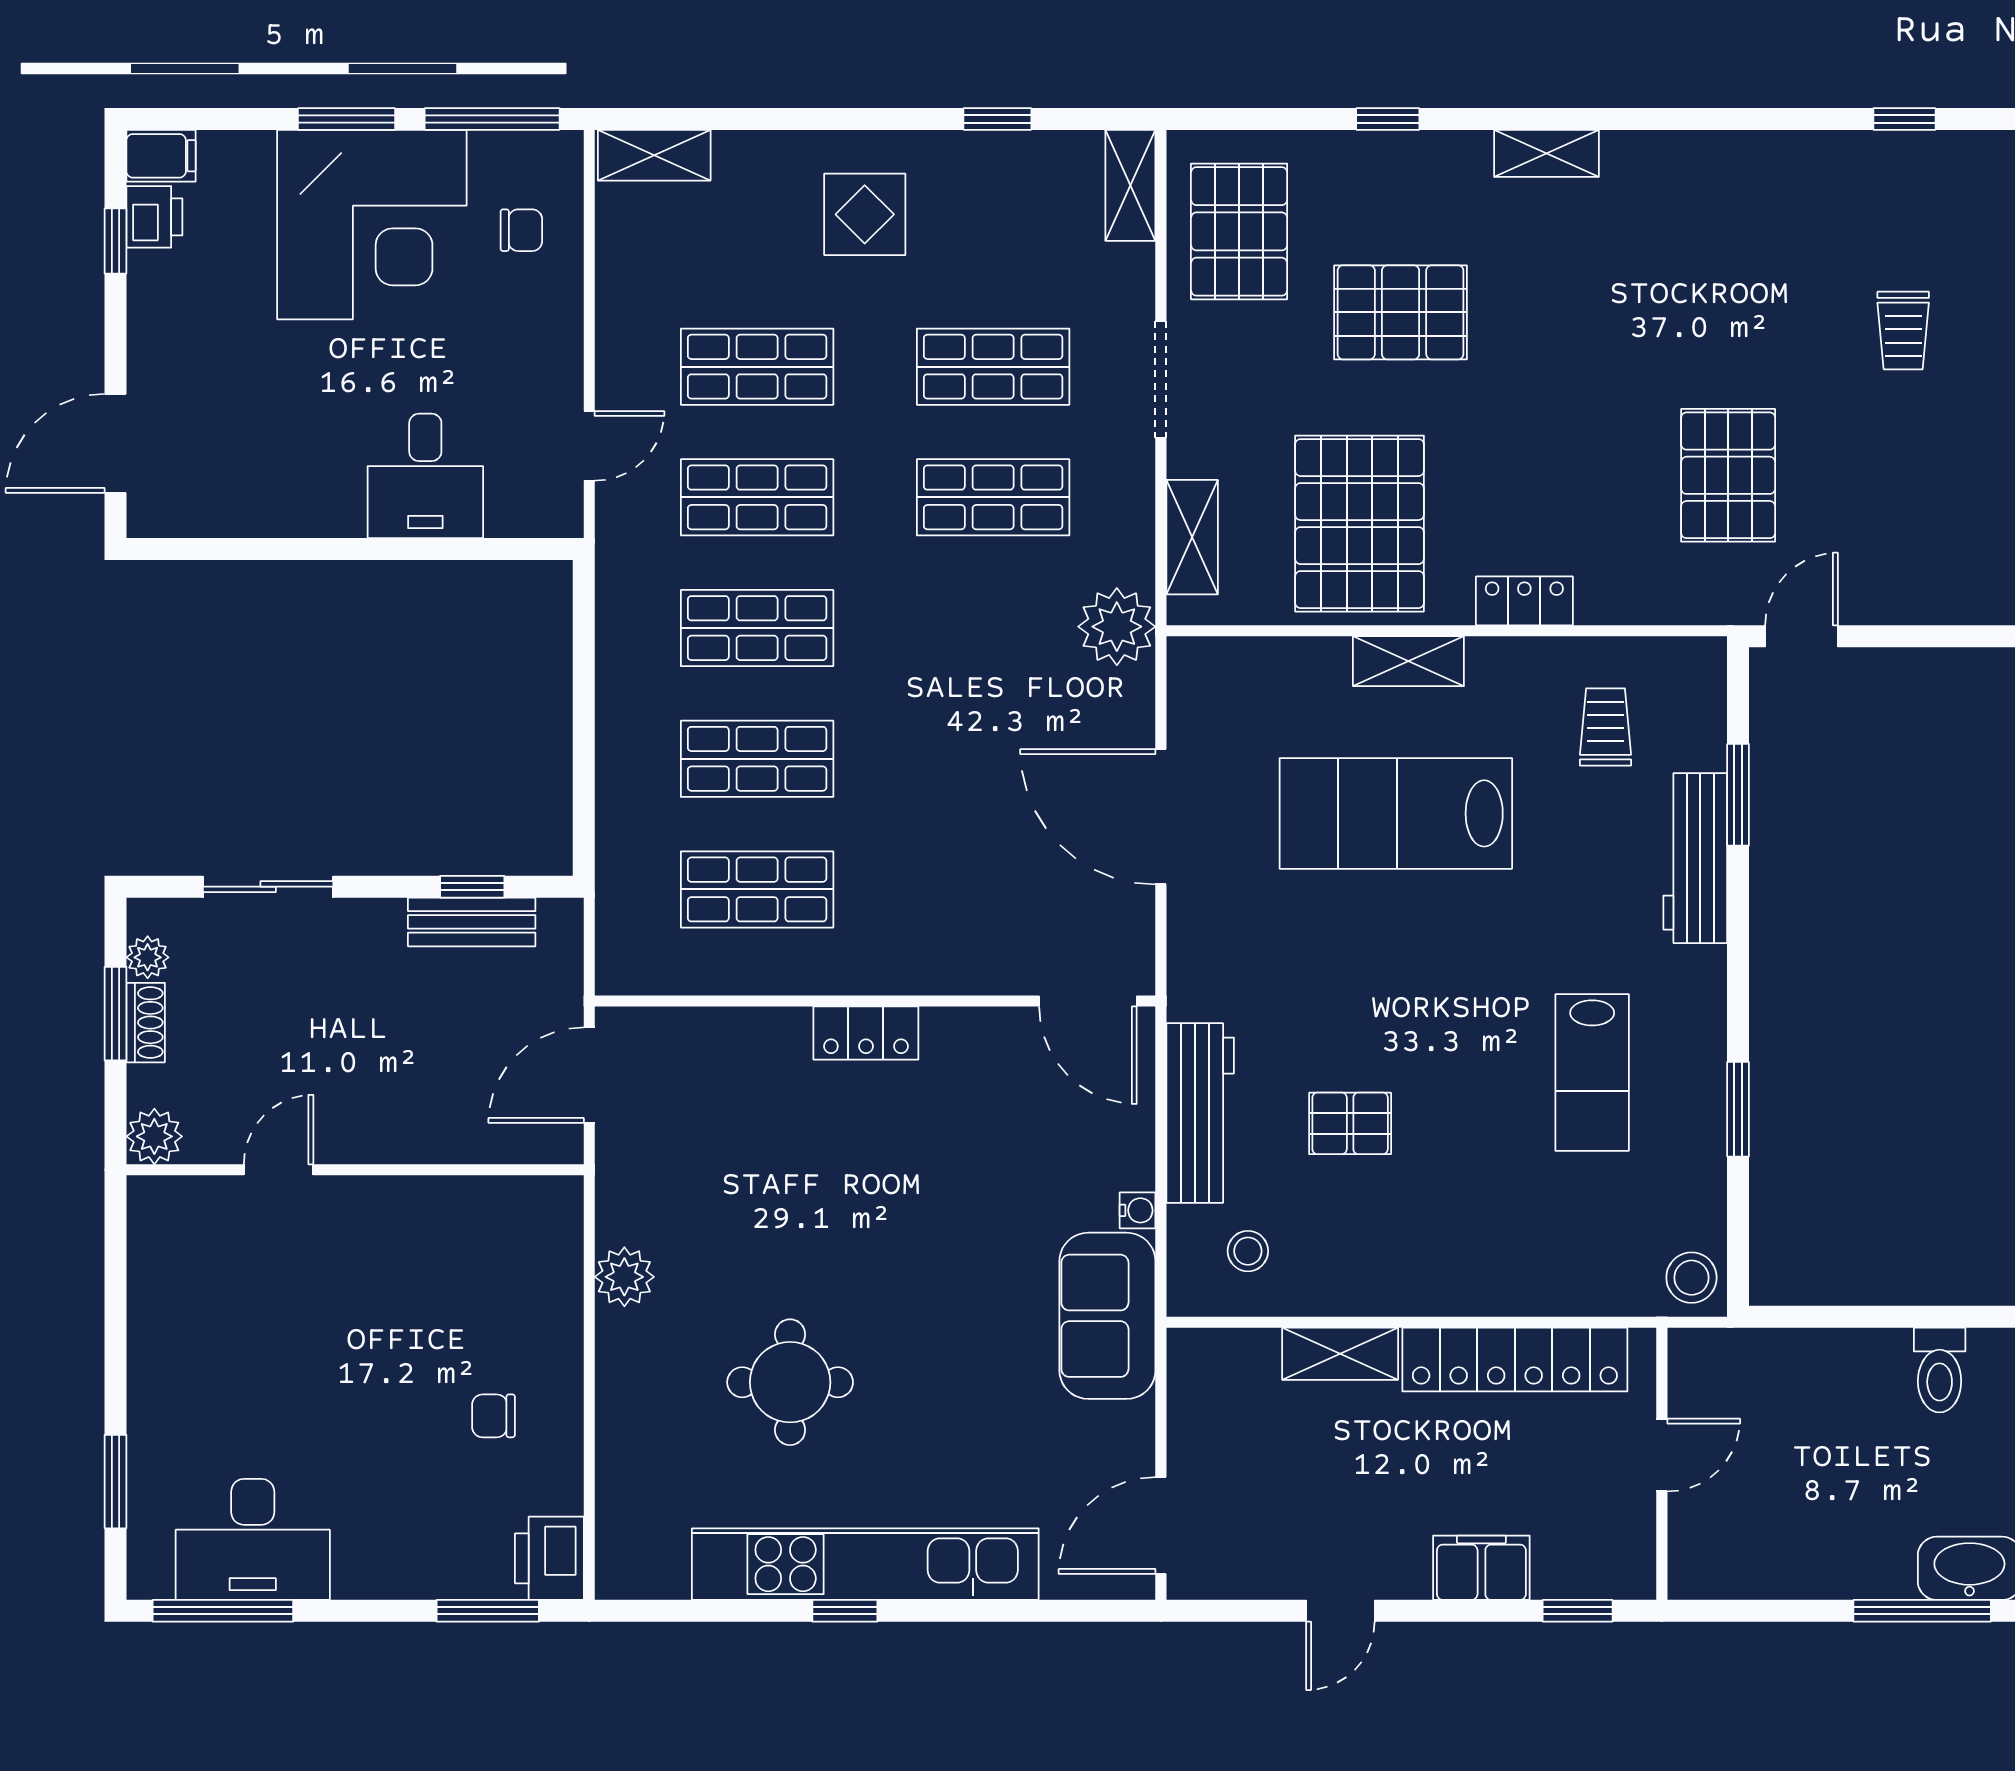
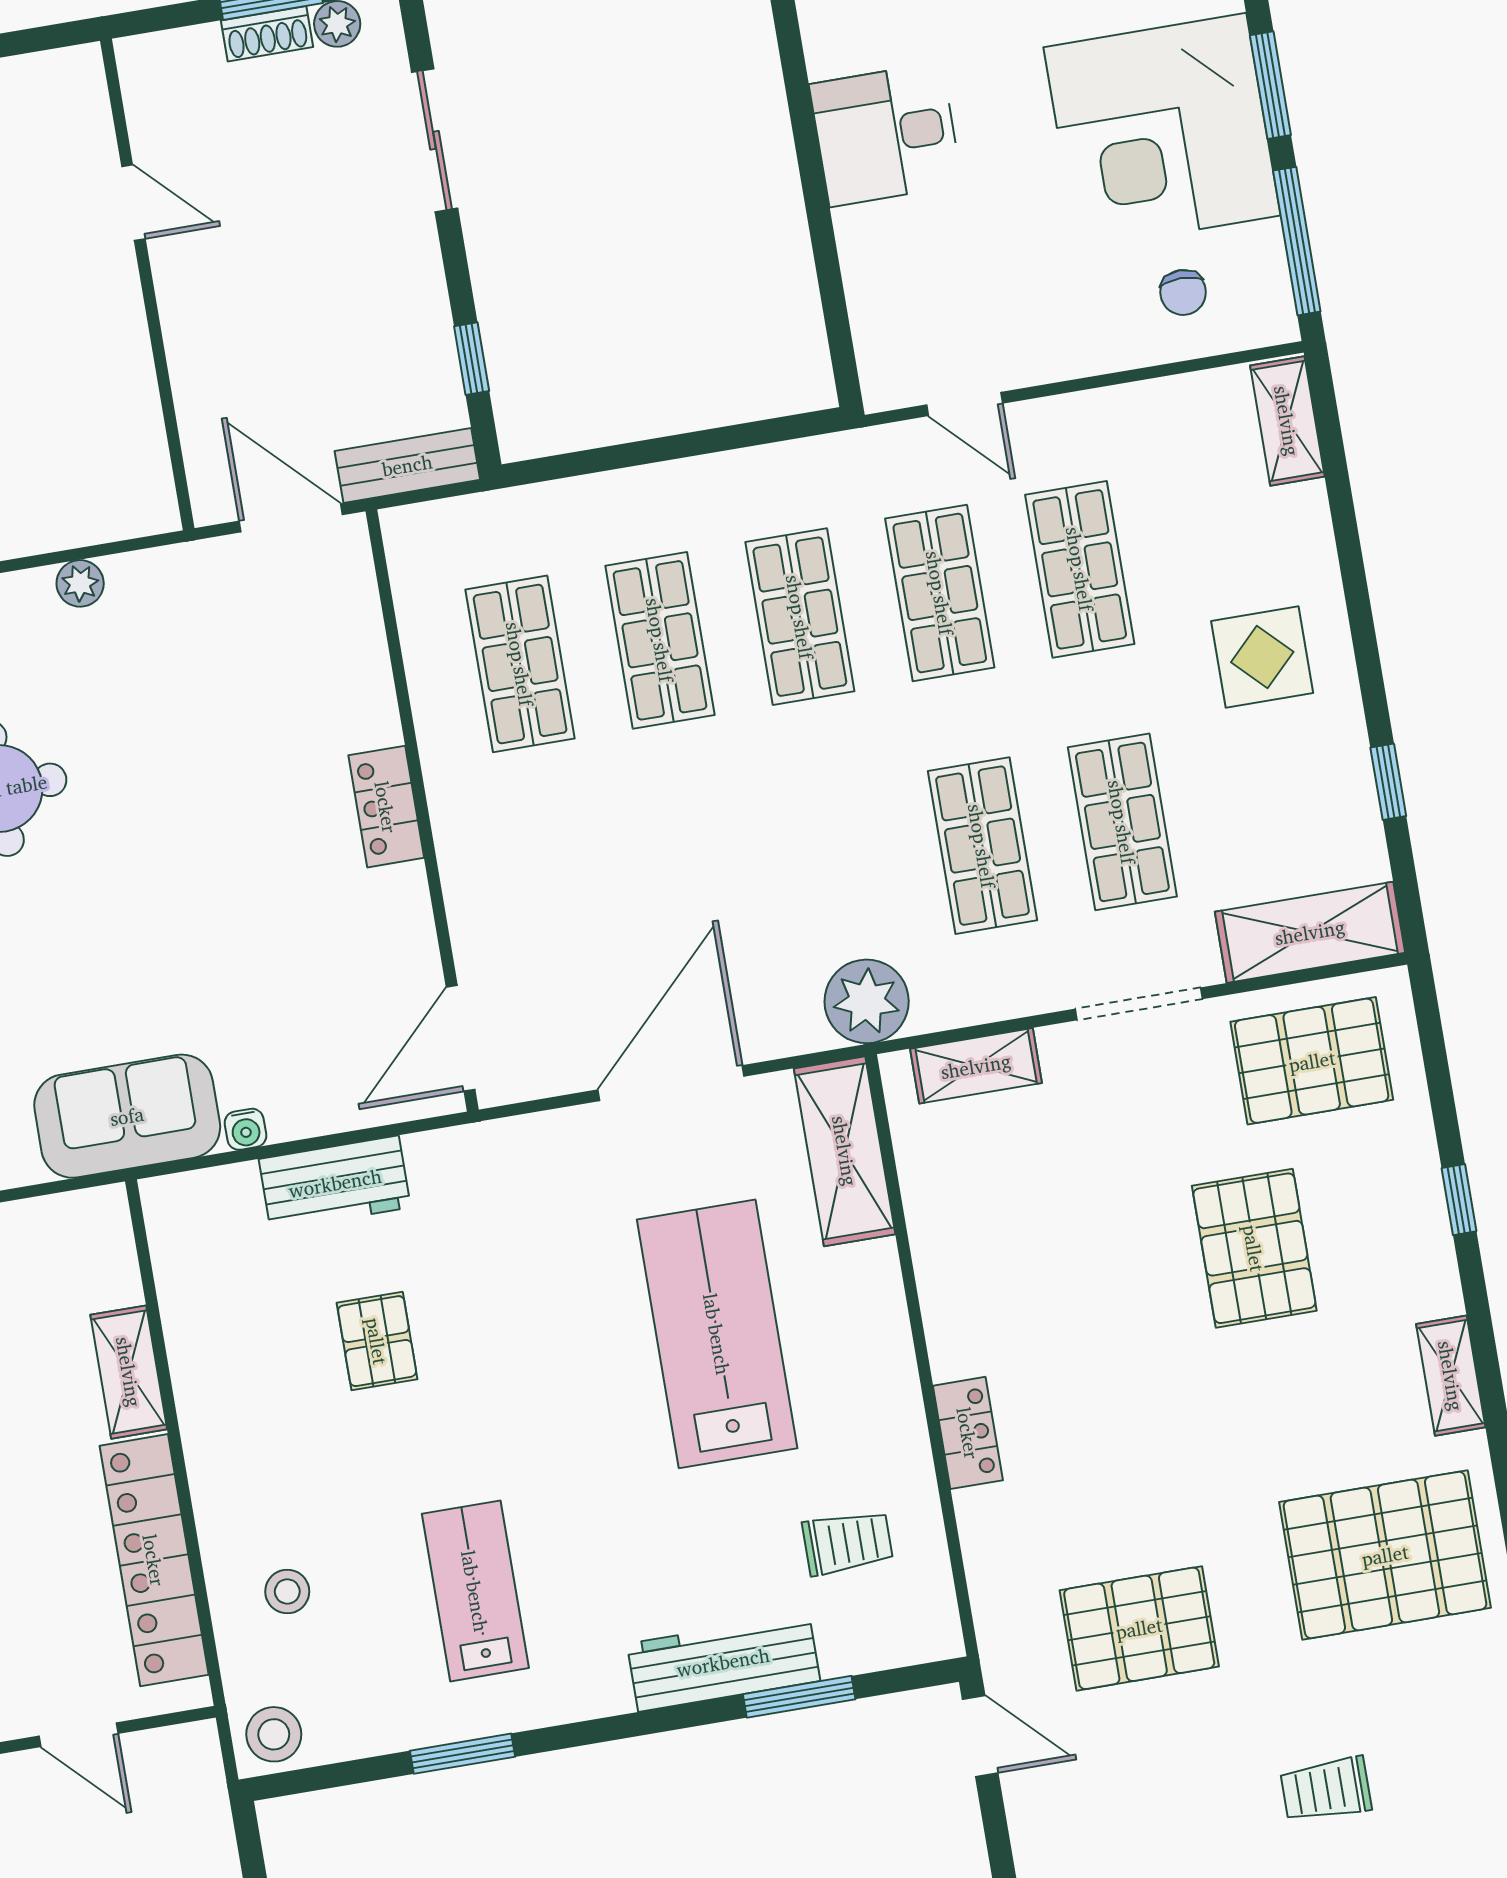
shelving: (1130, 185) -> (1310, 932), width x1.50, depth x1.33
desk: (425, 476) -> (886, 135), moved
pallet: (1359, 524) -> (1385, 1555), moved
shelving: (1408, 661) -> (845, 1151), moved, width x1.50, depth x1.33
bench: (472, 922) -> (407, 465), moved, turned 90
lab bench: (1592, 1072) -> (475, 1591), turned 90
workbench: (1200, 1113) -> (335, 1183), width x0.73
plant: (154, 1136) -> (147, 64), removed
stool: (1248, 1251) -> (287, 1591), moved
plant: (624, 1277) -> (80, 583), width x0.73, depth x0.73

